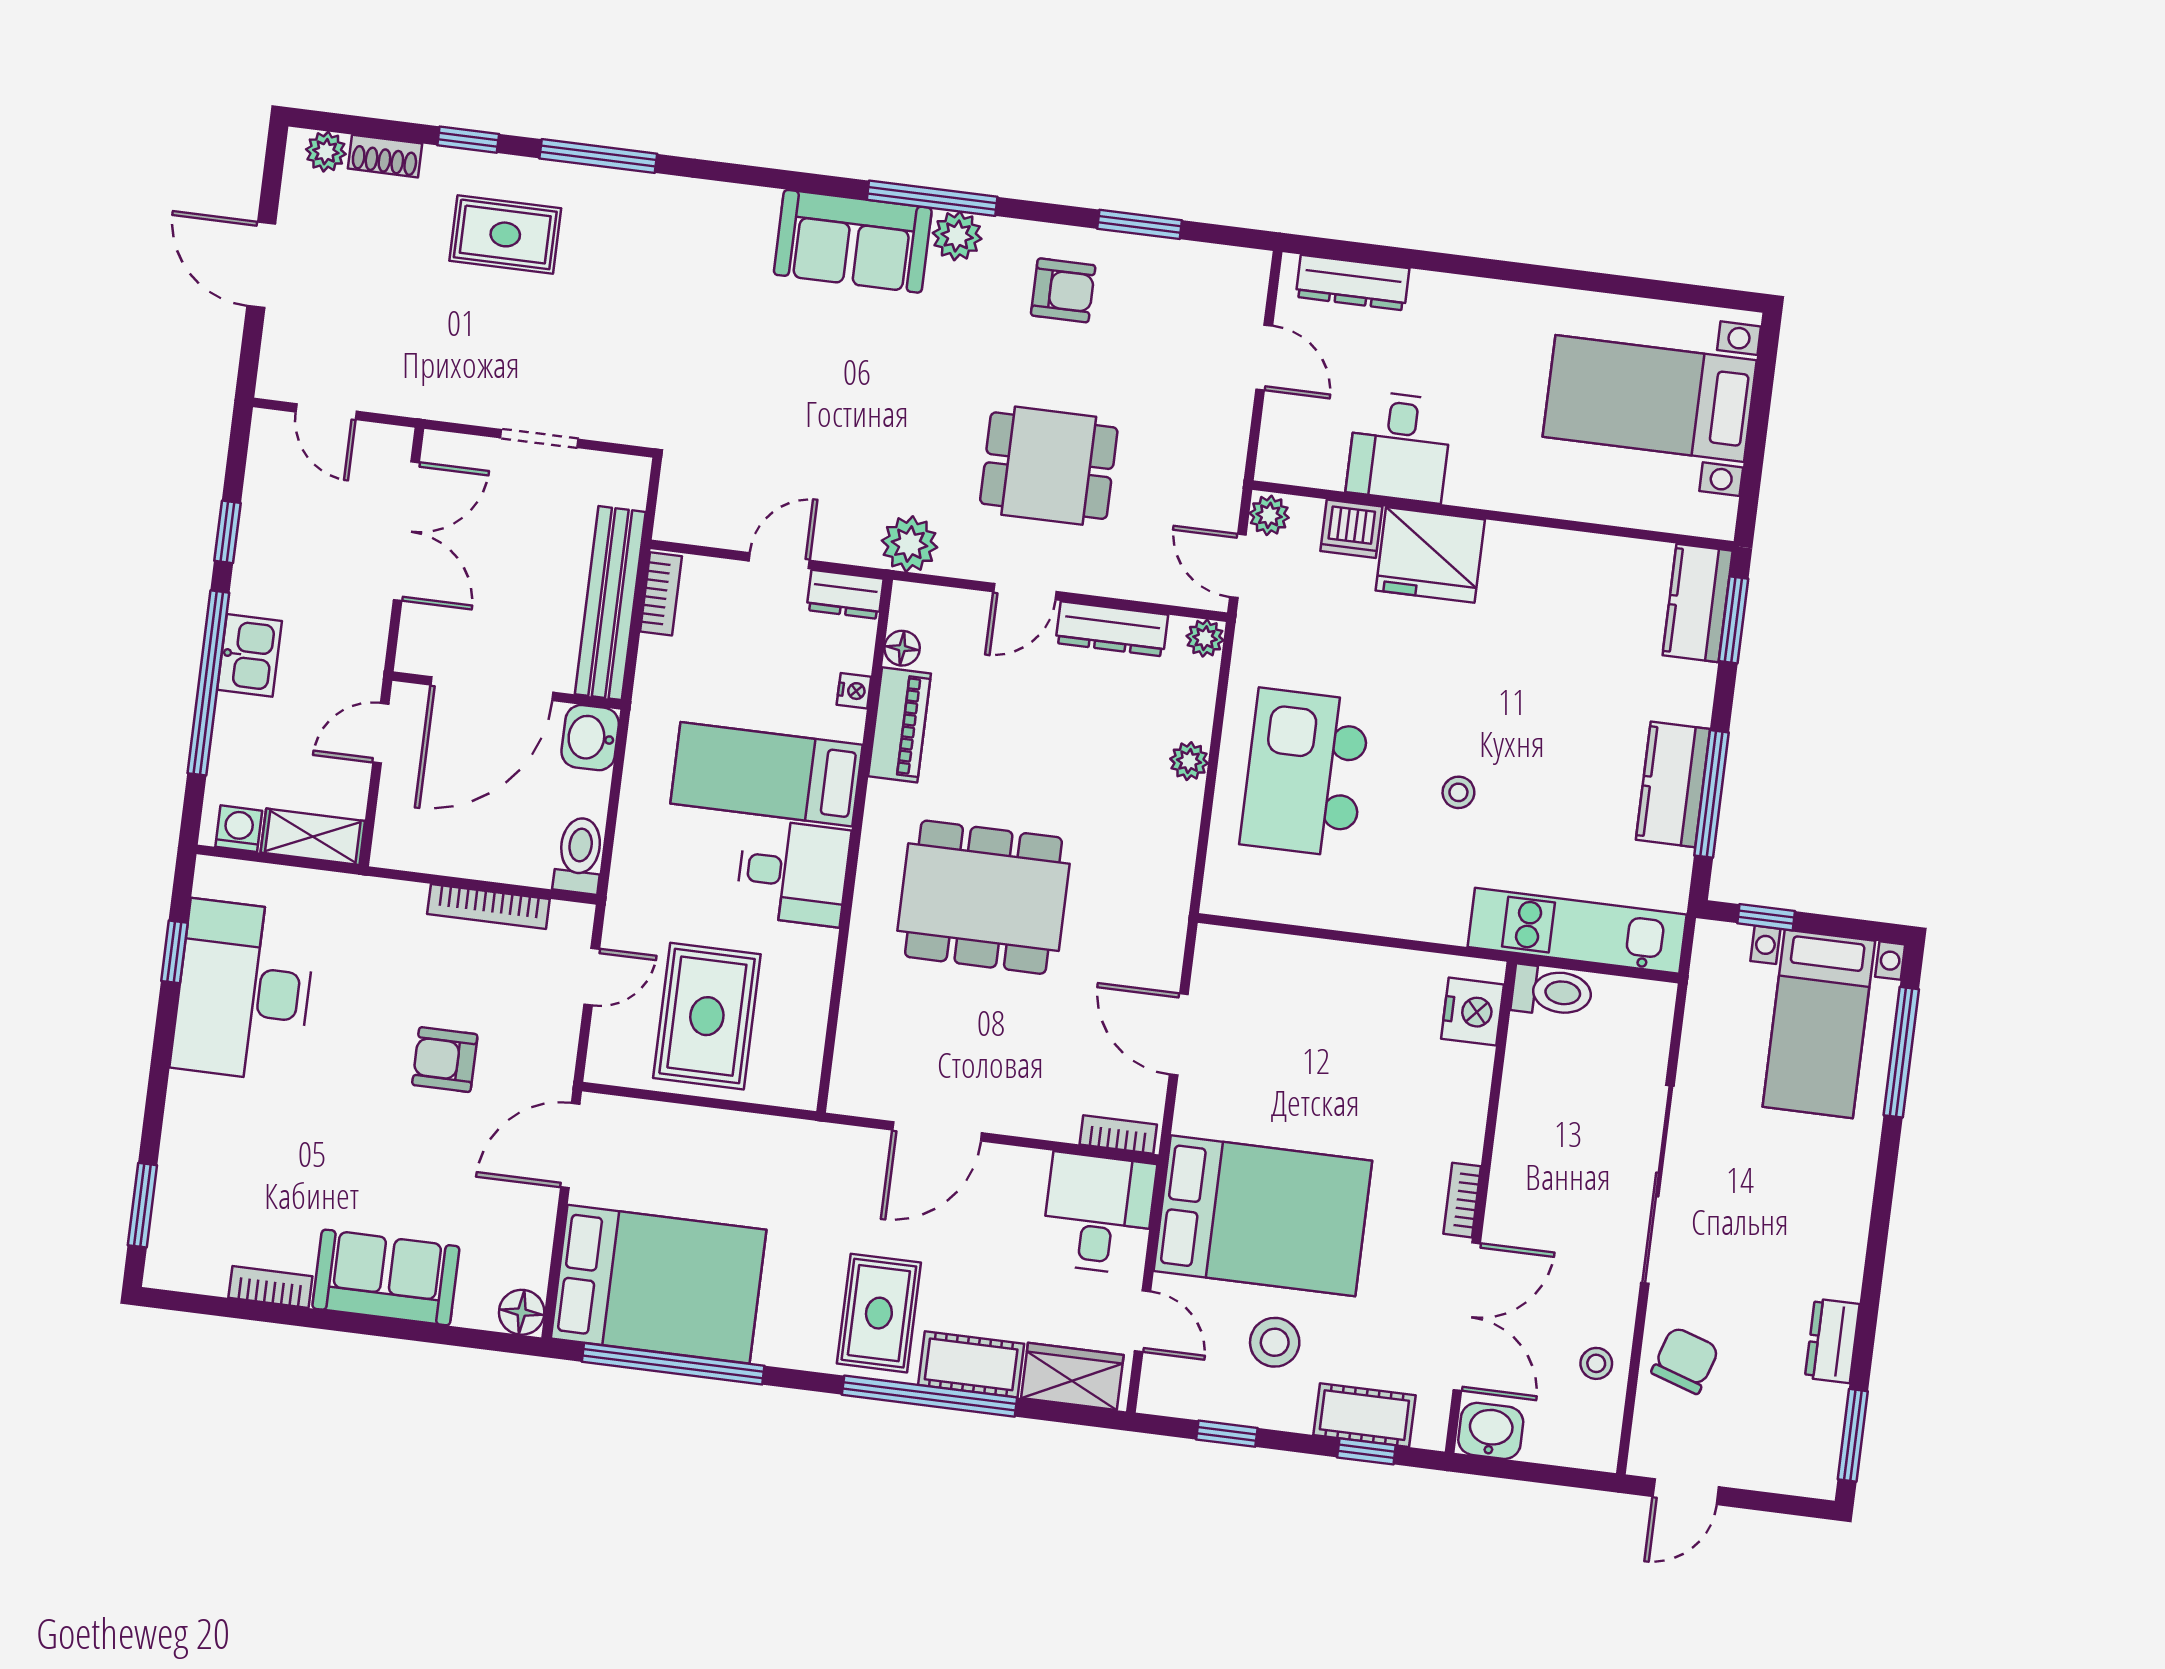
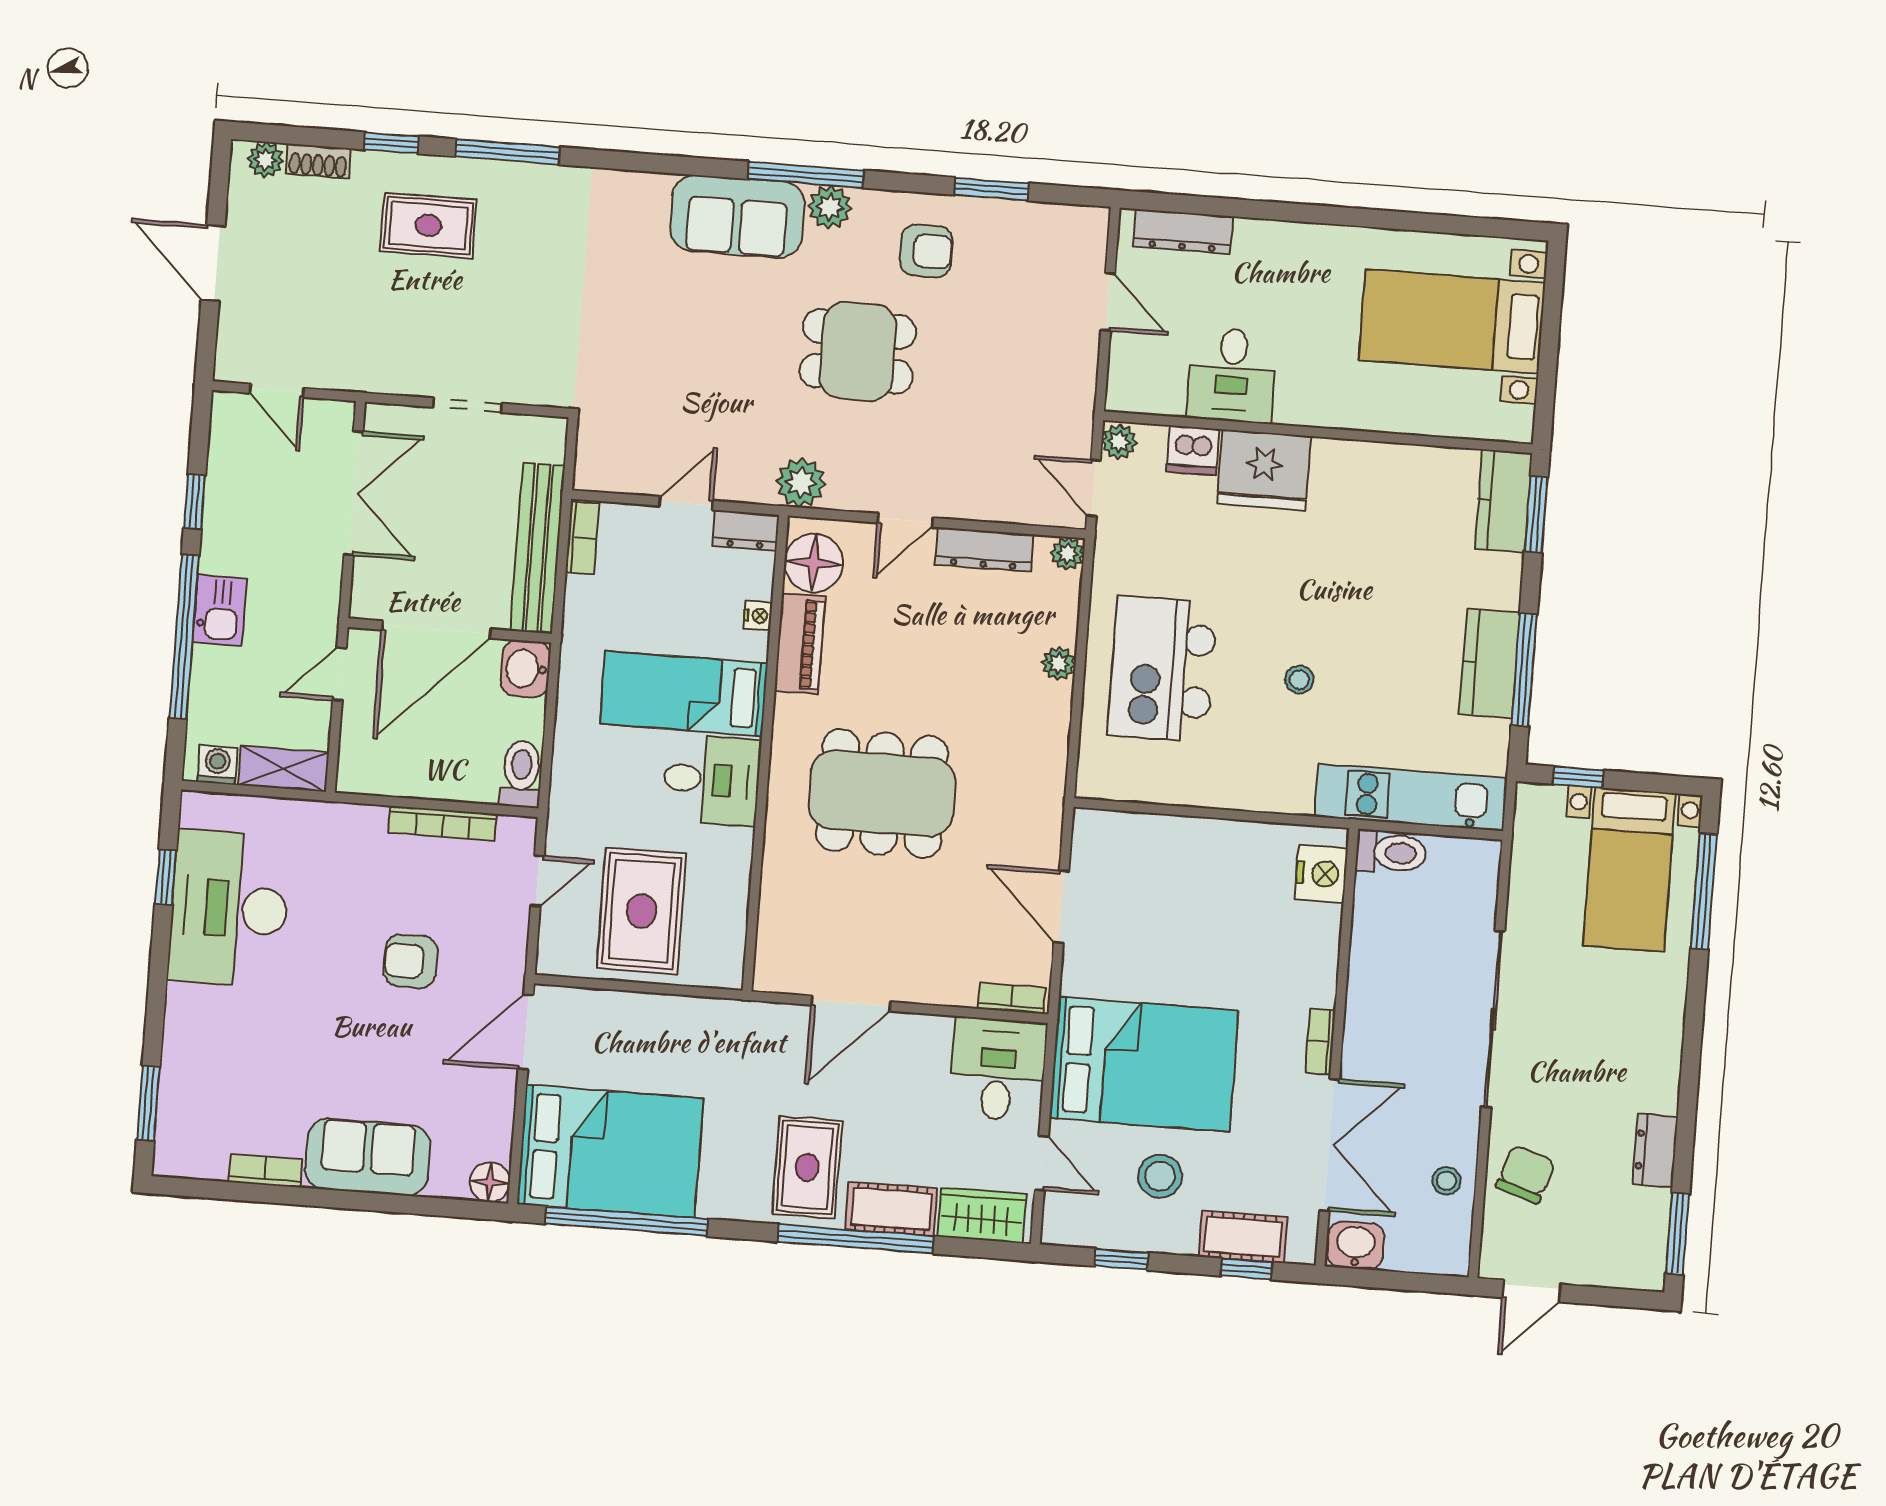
dining table: (1049, 466) -> (858, 351), moved
floor lamp: (902, 648) -> (814, 563), width x1.89, depth x1.89

